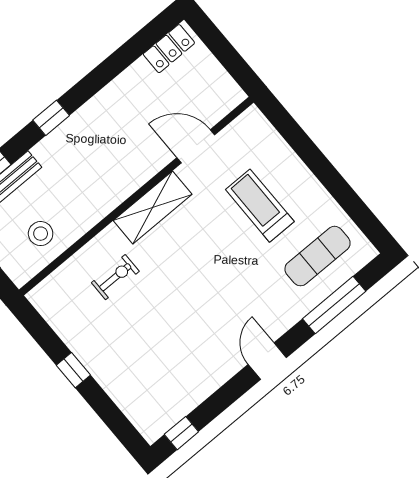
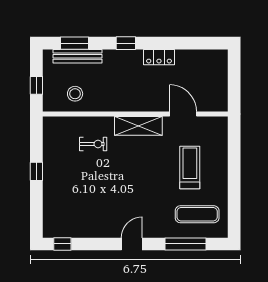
locker: (169, 49) -> (159, 57), moved

